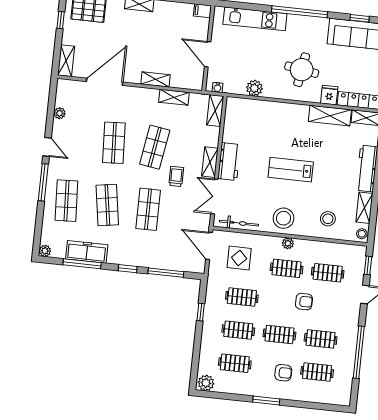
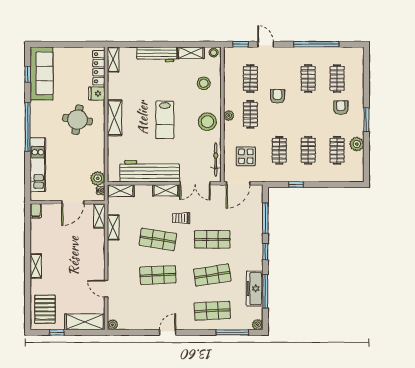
shelving: (66, 61) -> (85, 322), width x1.50, depth x1.33
shelving: (156, 79) -> (99, 216), moved
door: (105, 82) -> (106, 289), width x0.53
plant: (254, 88) -> (98, 178), moved
plant: (60, 113) -> (112, 325), moved
shelving: (330, 116) -> (115, 118), moved
workbench: (229, 162) -> (150, 171), width x1.88, depth x1.32
window: (43, 182) -> (232, 332), moved
clothes rail: (279, 335) -> (308, 114), removed
plant: (206, 383) -> (357, 144), moved

